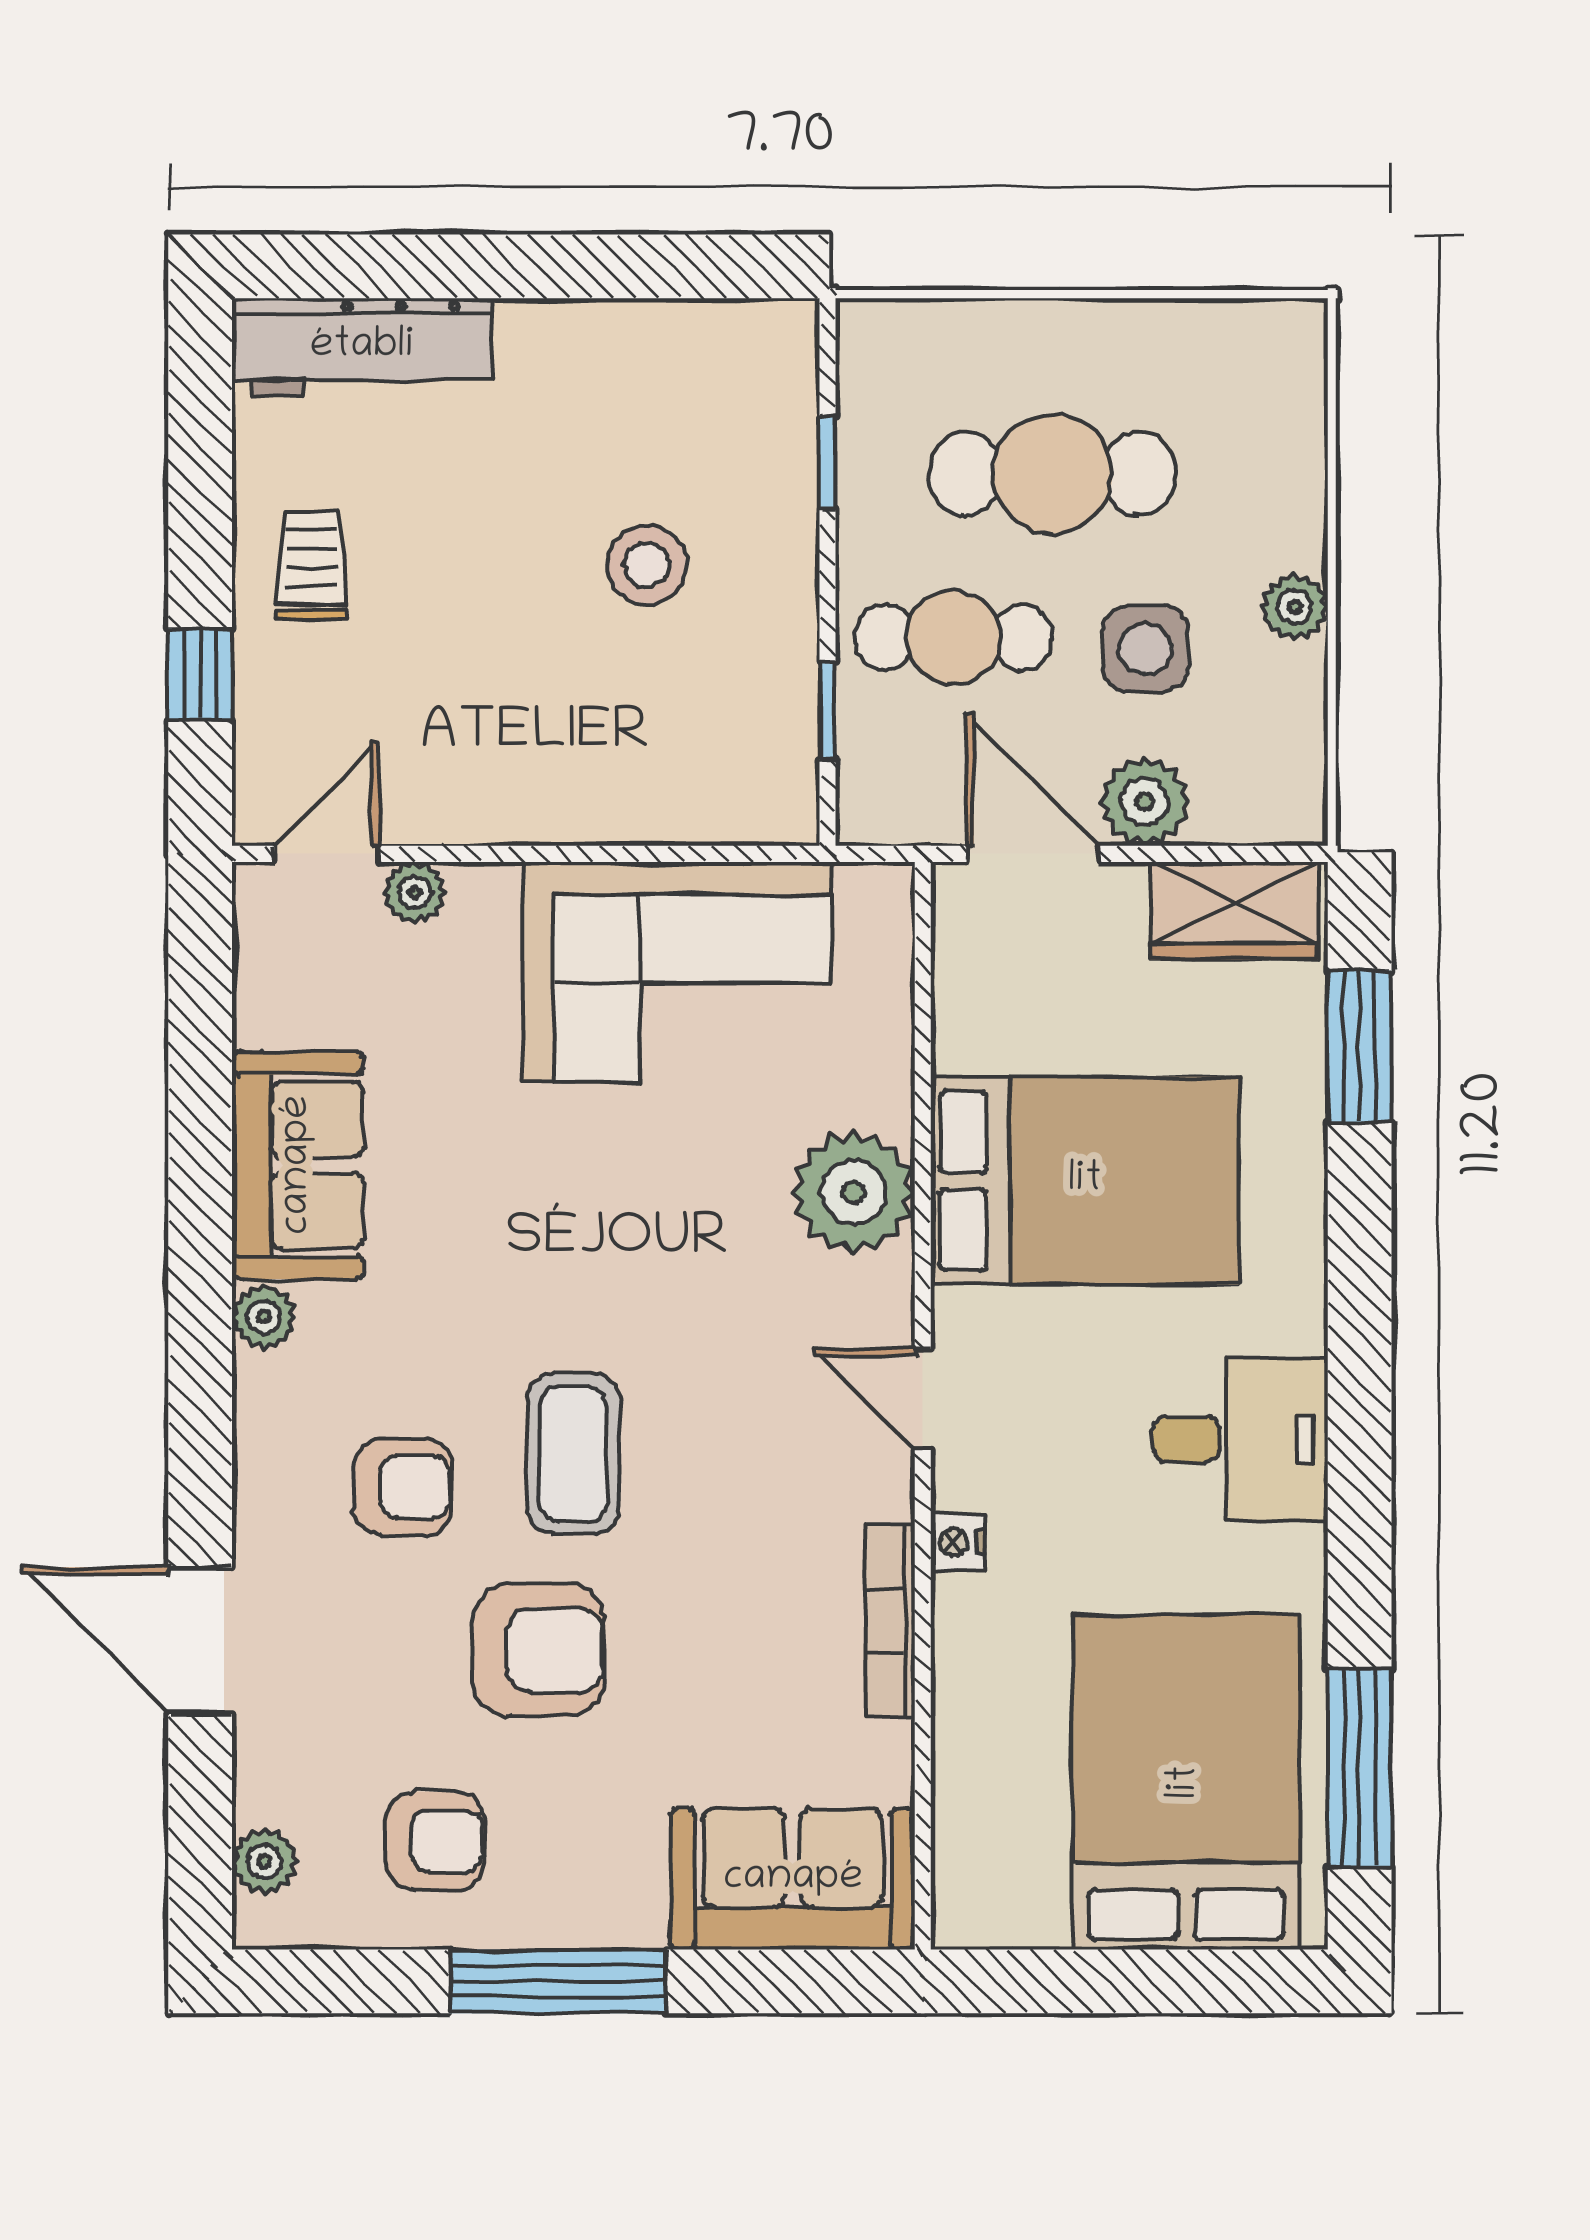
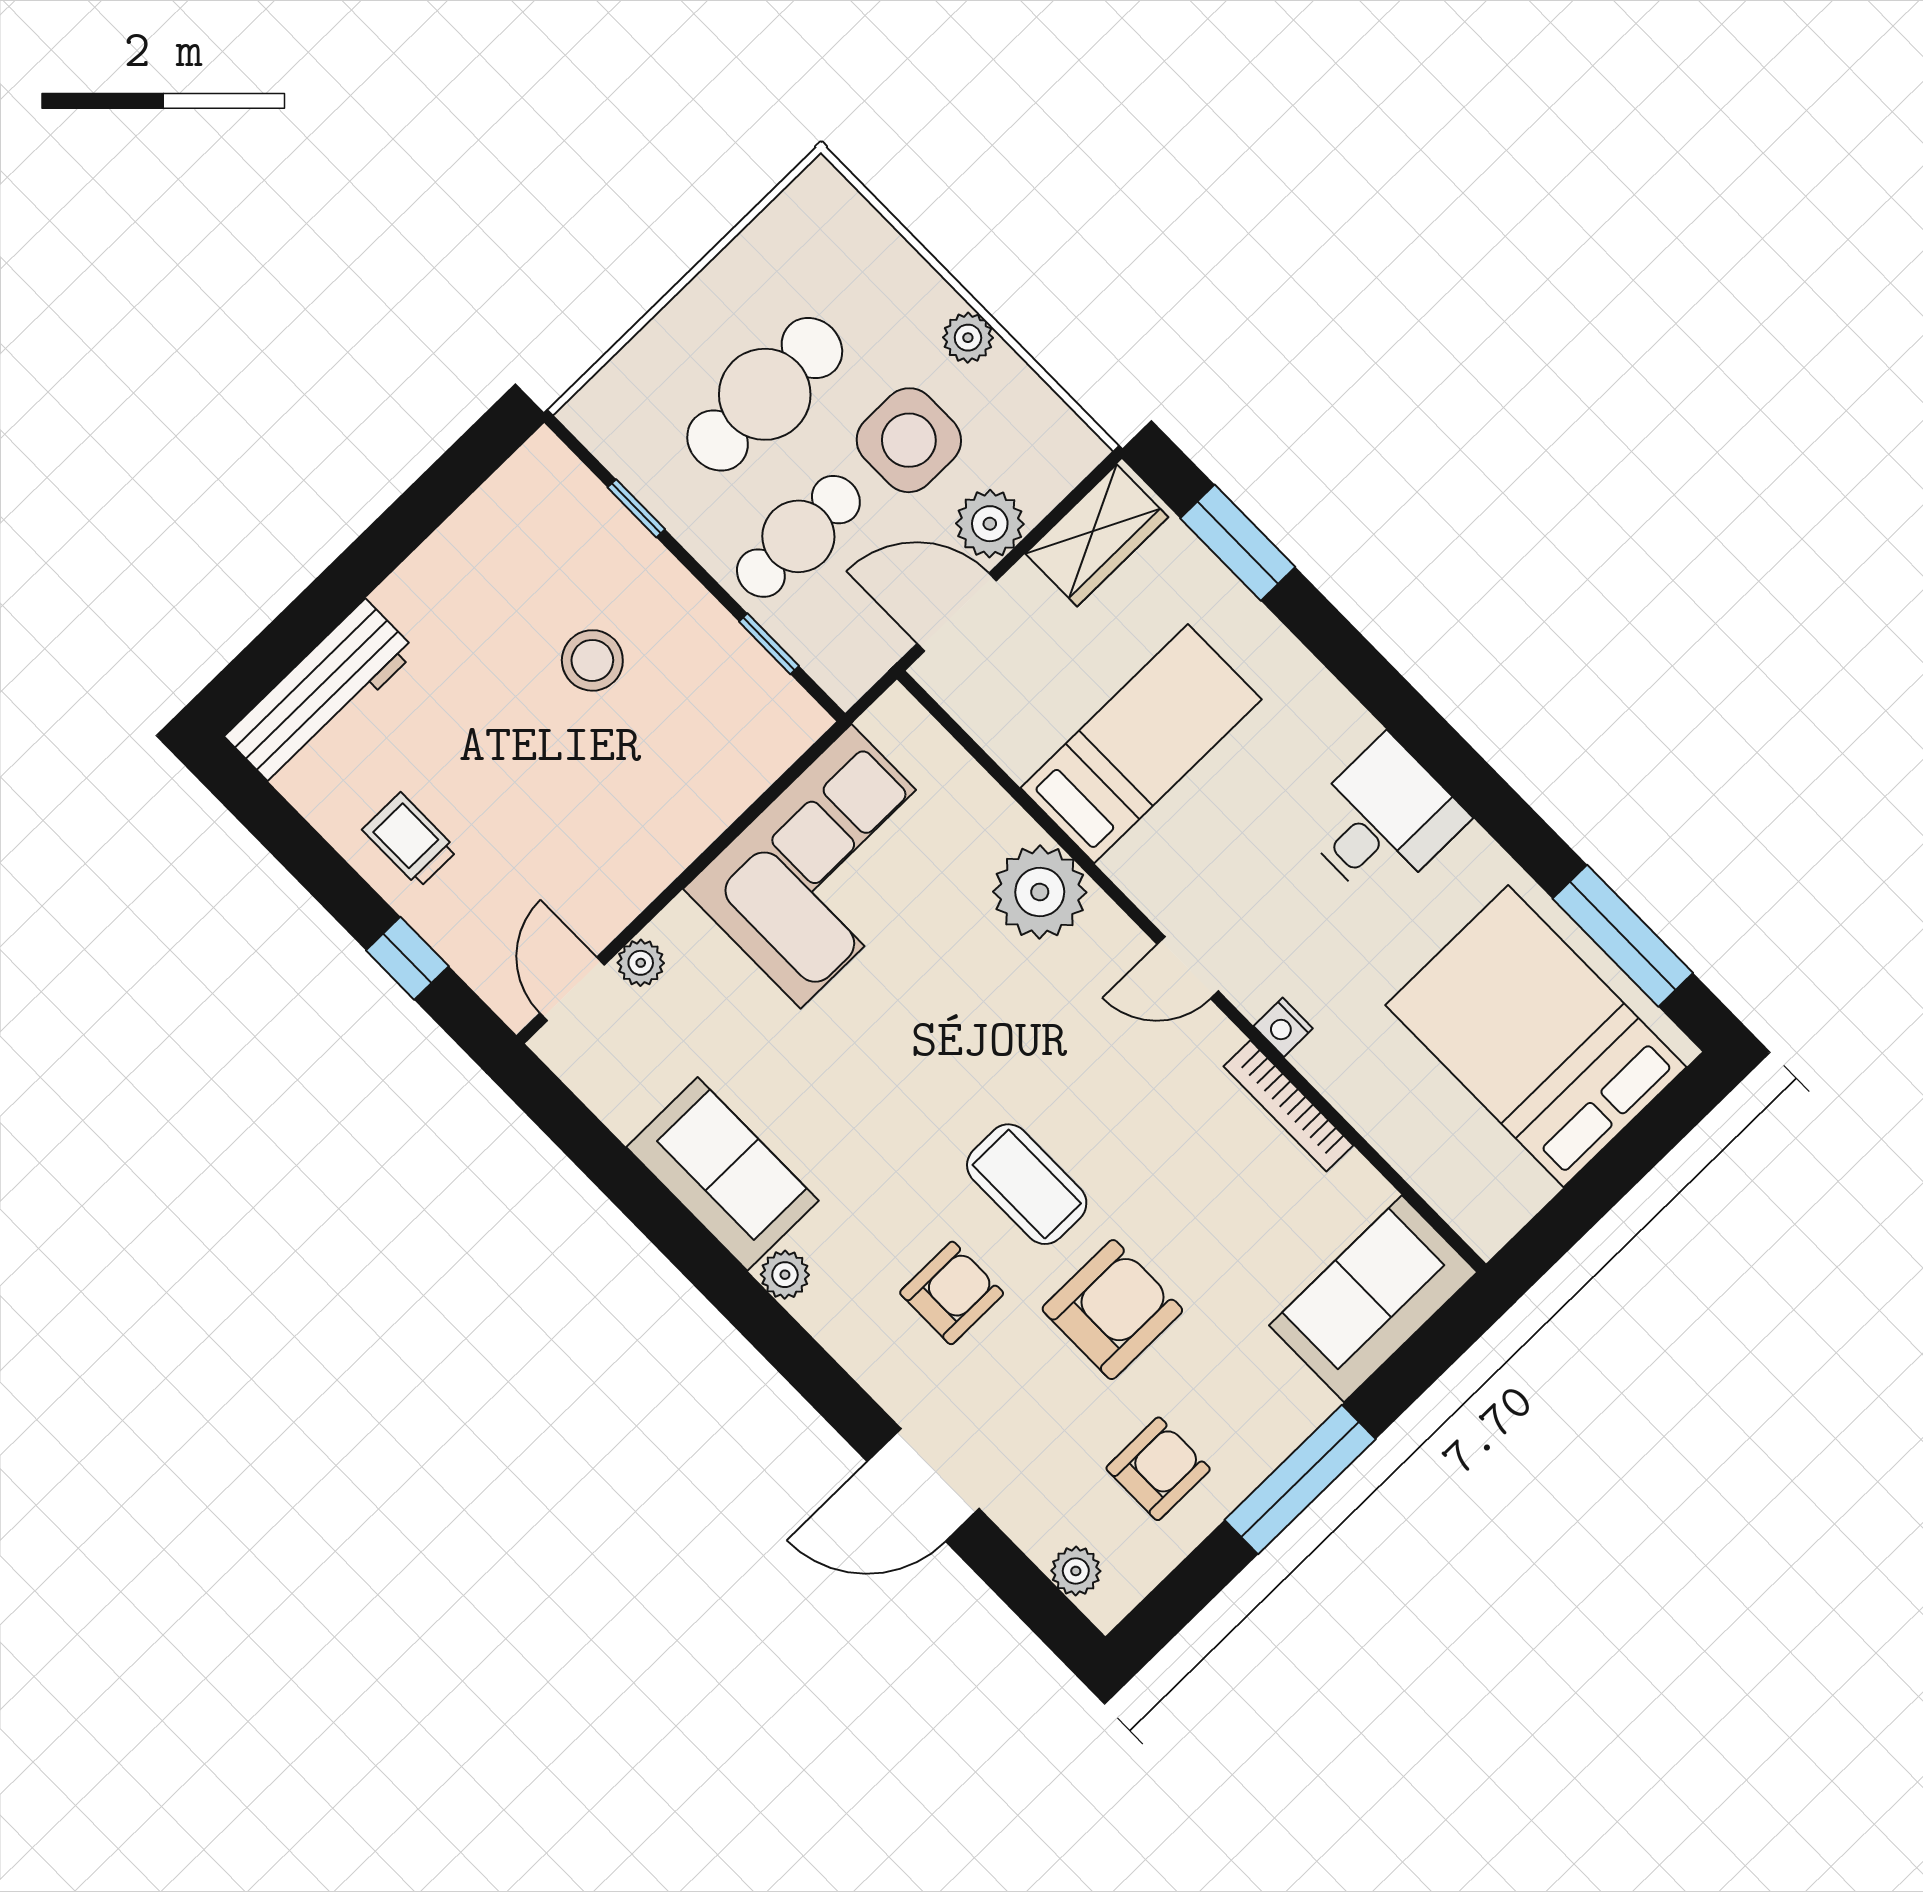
side table: (1145, 649) -> (909, 440), width x1.37, depth x1.37
bed: (1085, 1181) -> (1141, 744), width x0.67

